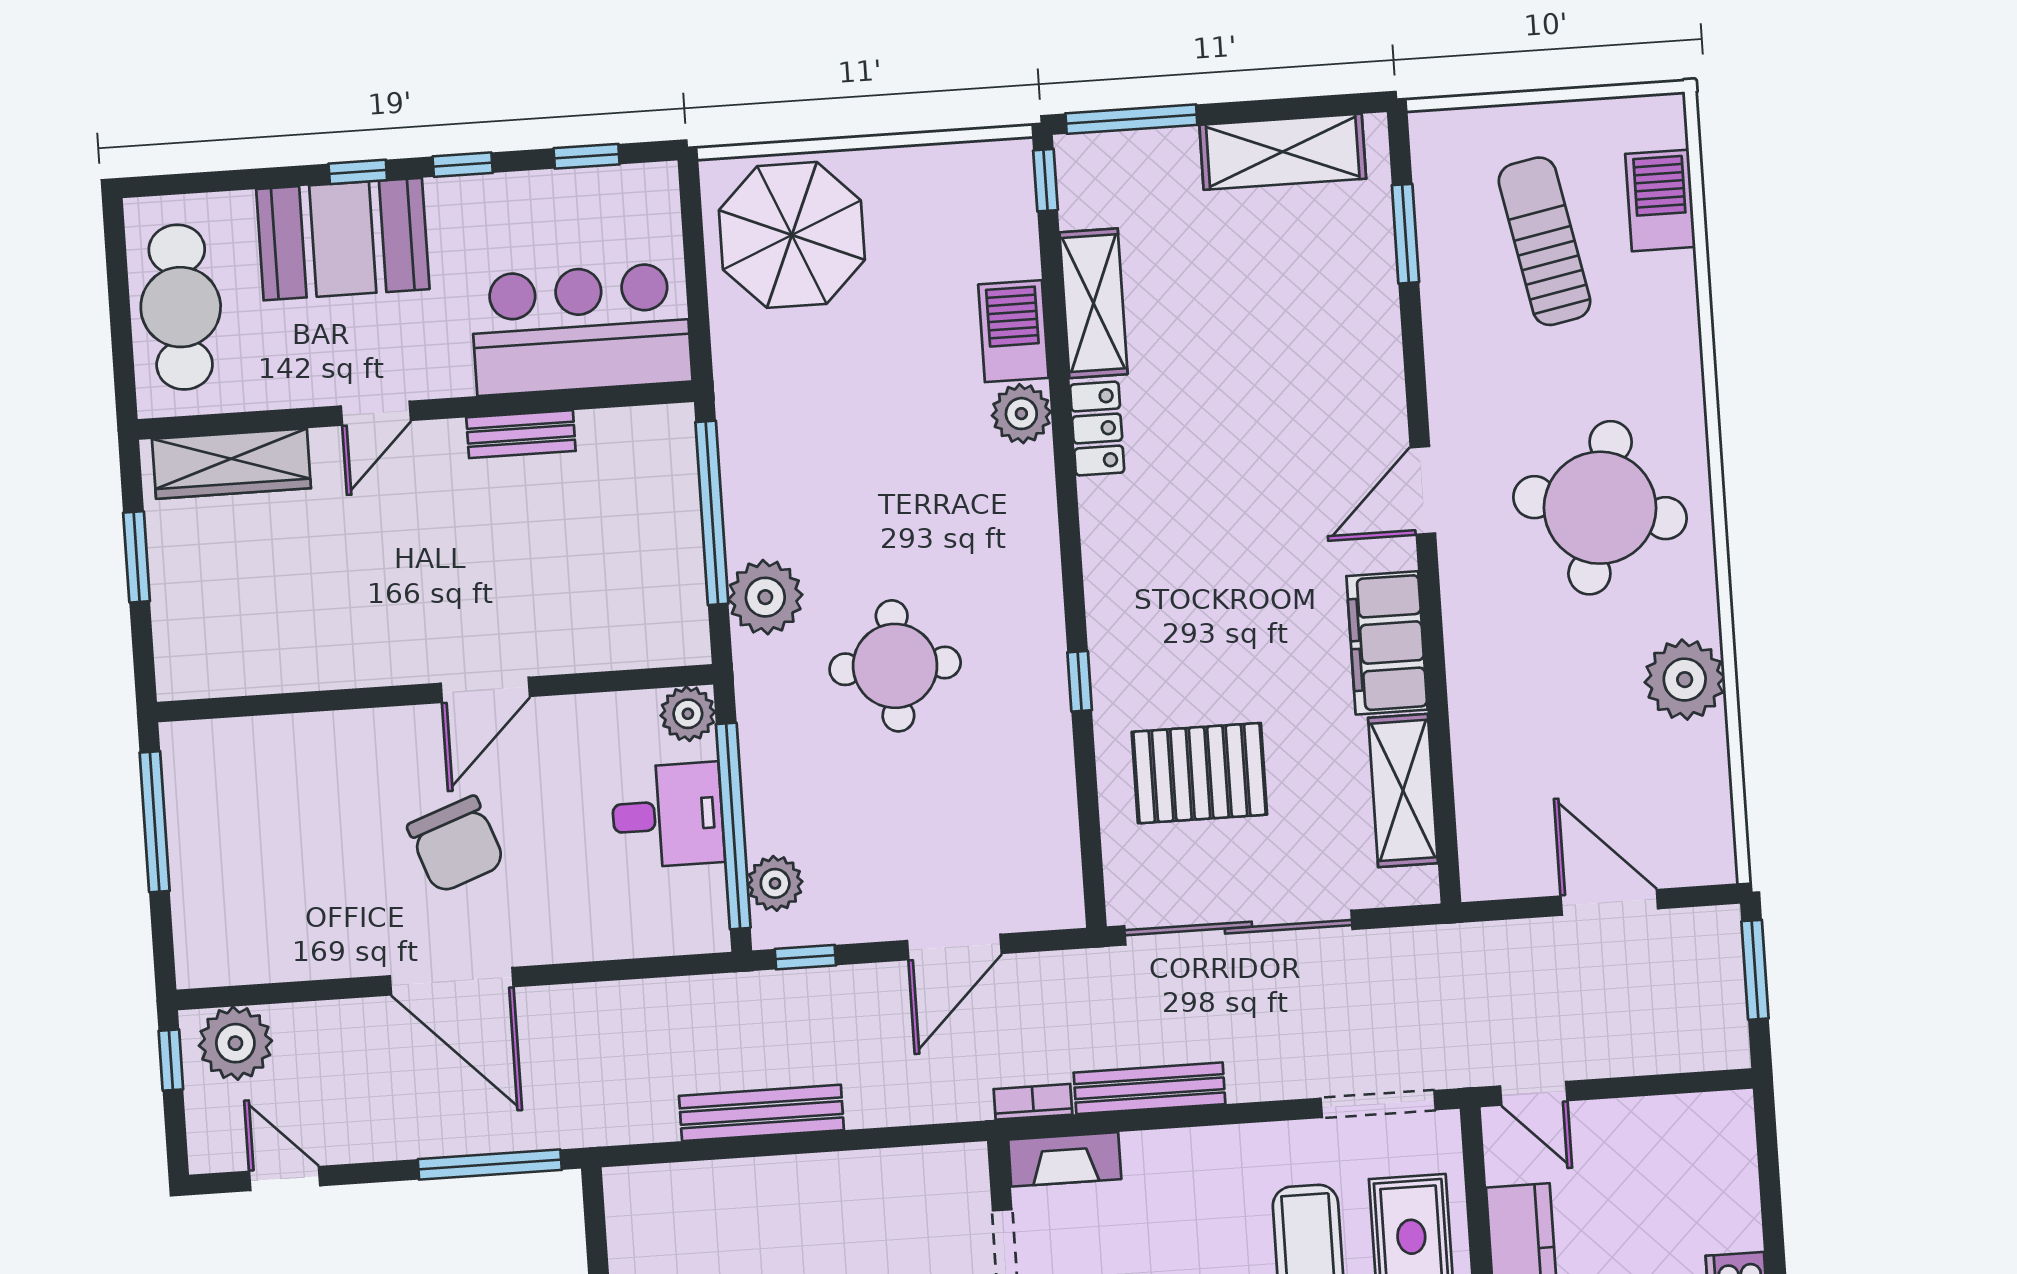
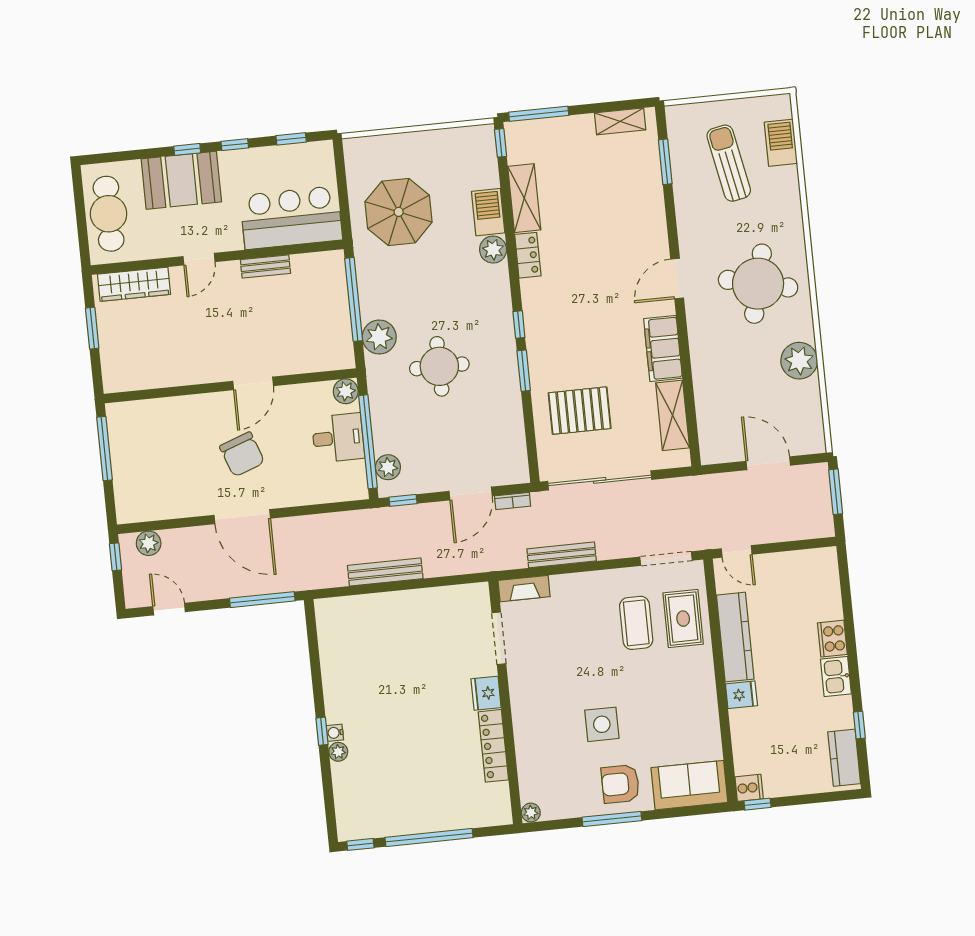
shelving: (1283, 152) -> (620, 121), width x0.67, depth x0.75
parasol: (792, 235) -> (399, 212), moved
window: (1073, 580) -> (519, 324), added
window: (1080, 681) -> (524, 371), width x1.50
plant: (235, 1043) -> (149, 543), width x0.73, depth x0.73
bookcase: (1033, 1102) -> (513, 501), moved, turned 180

